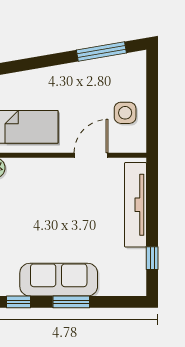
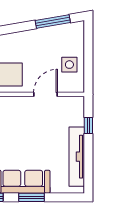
tv unit: (135, 205) -> (77, 157), moved
window: (152, 258) -> (88, 125), moved

